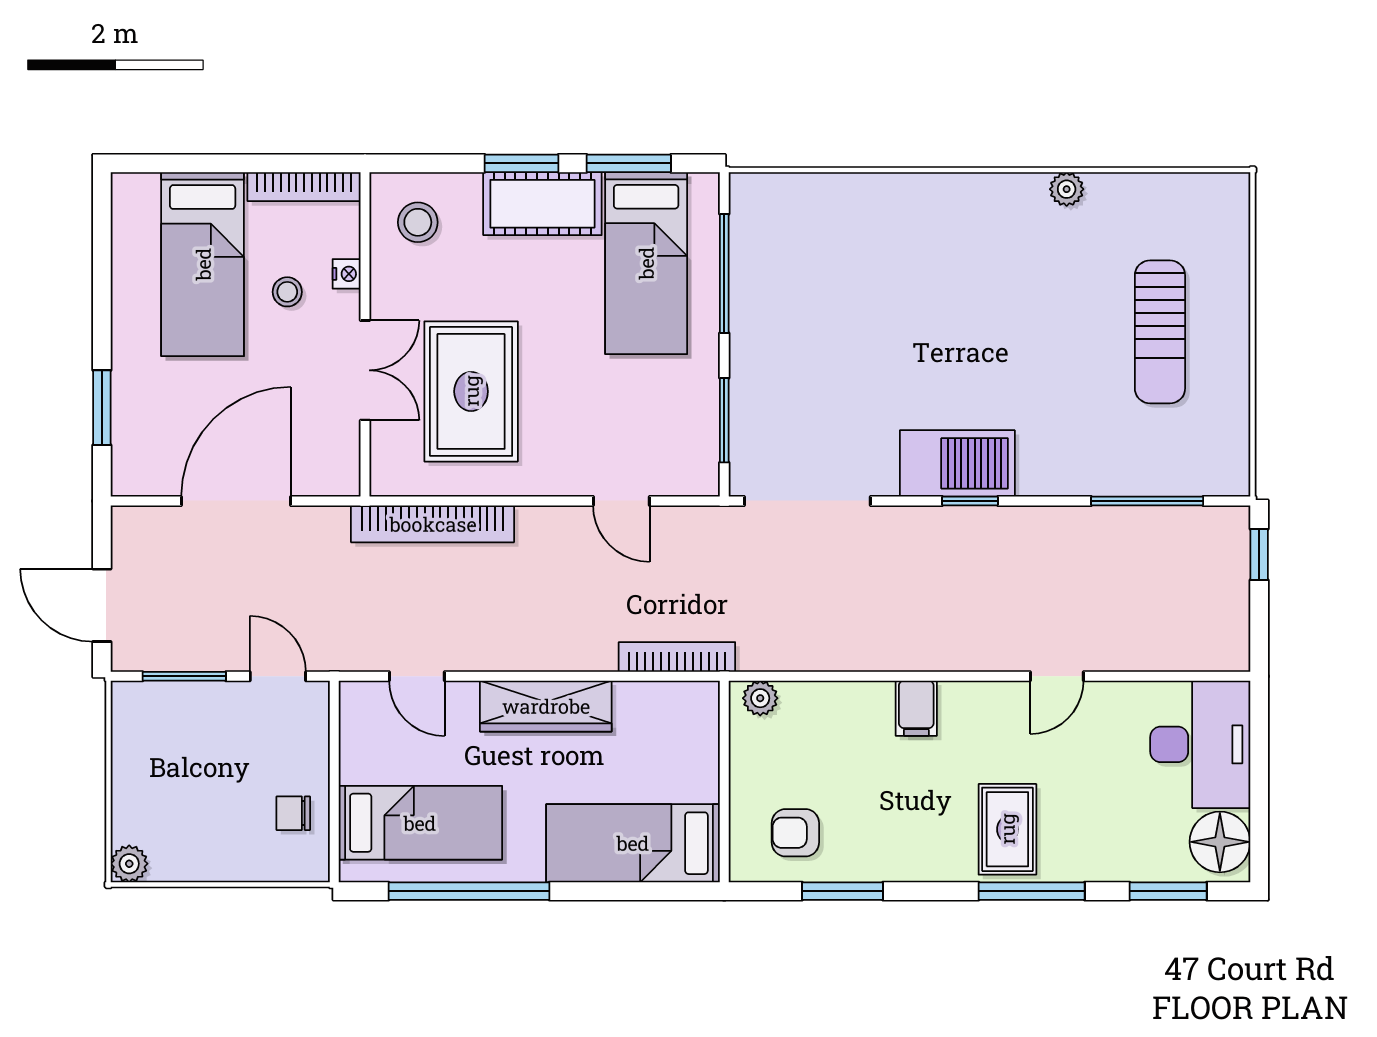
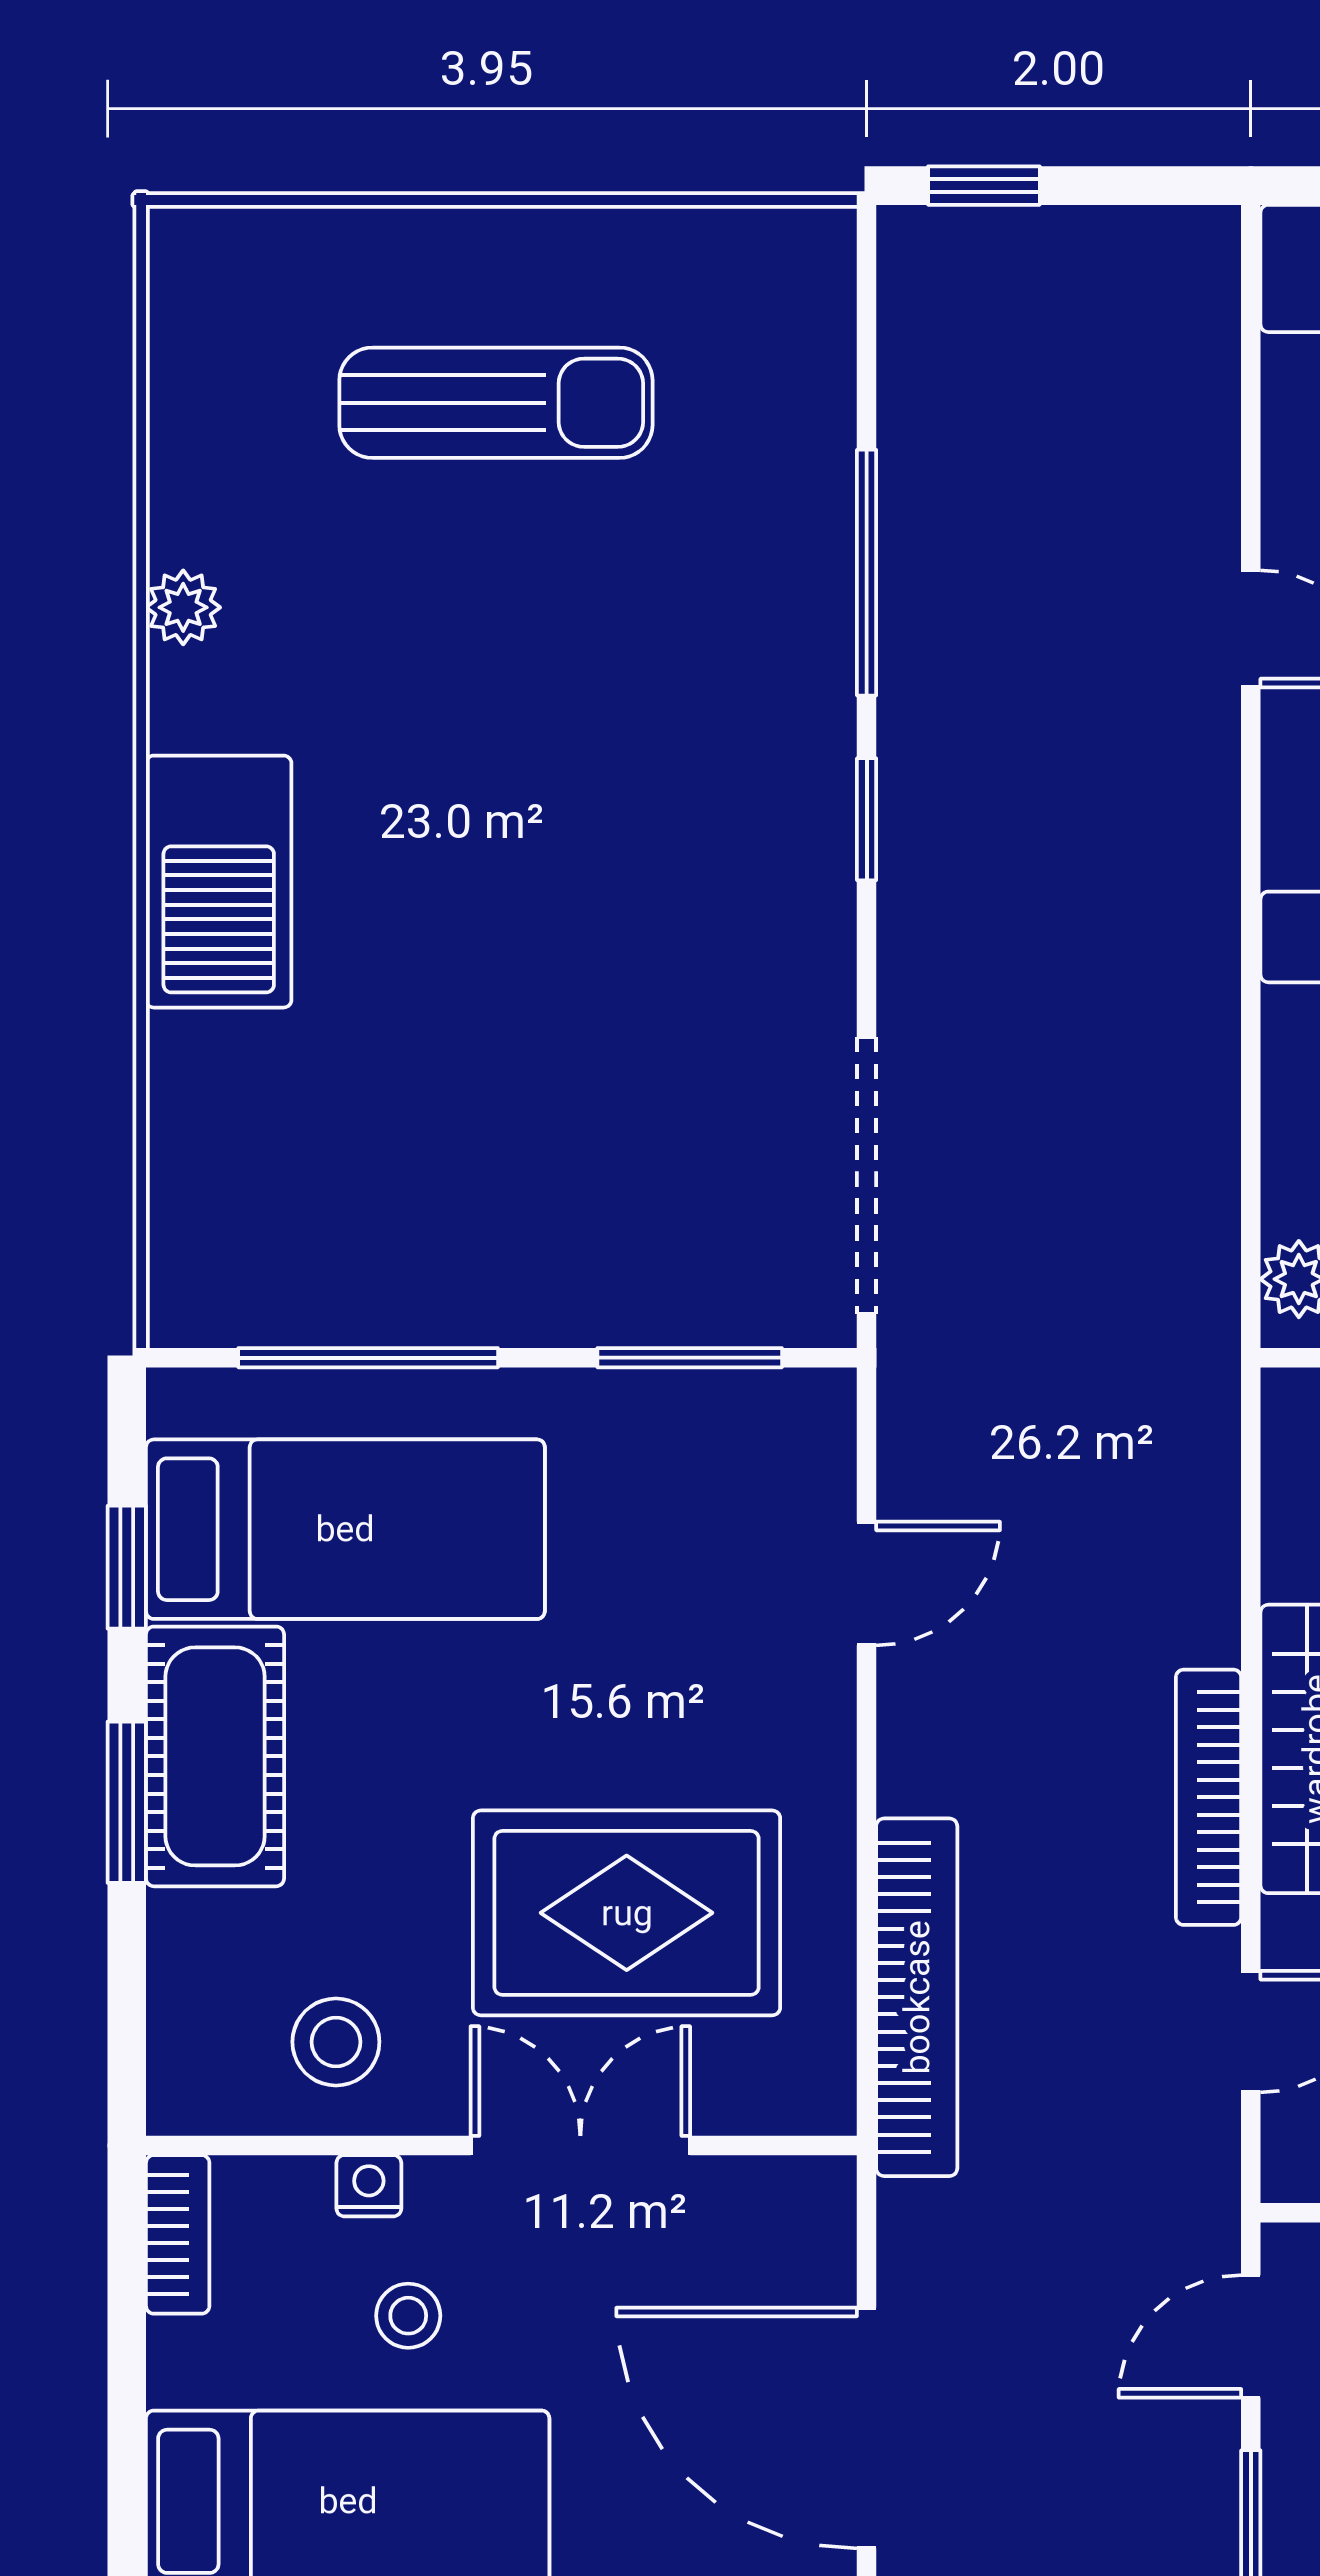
window: (629, 163) -> (127, 1567), width x0.67
bookcase: (304, 187) -> (178, 2234), width x0.64
stool: (418, 222) -> (336, 2042), moved
barbecue: (957, 463) -> (219, 882), moved, turned 180
window: (1147, 501) -> (867, 573), moved
bookcase: (677, 657) -> (1209, 1797), moved

